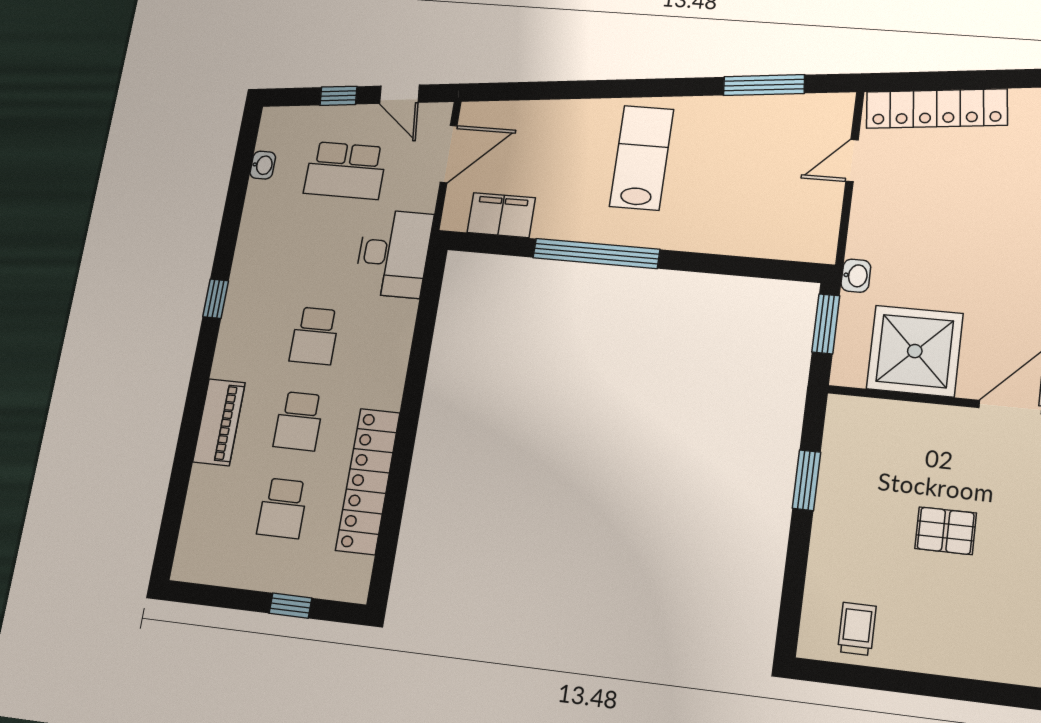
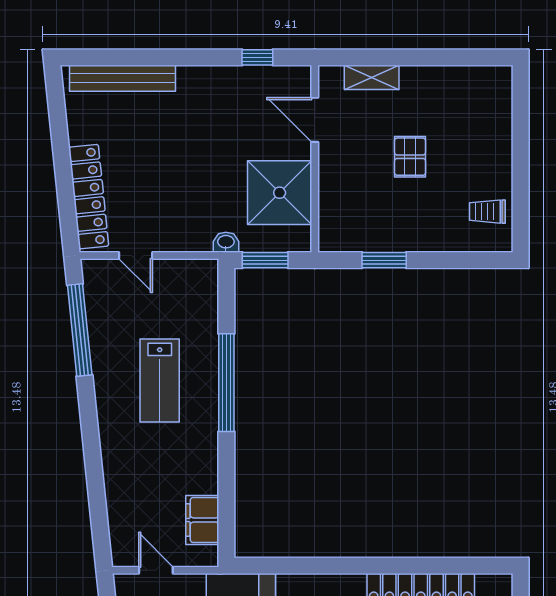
window: (764, 85) -> (80, 330), width x1.46
door: (449, 154) -> (156, 570), width x0.73
lab bench: (642, 158) -> (160, 381), moved, turned -90
window: (596, 253) -> (226, 383), moved

